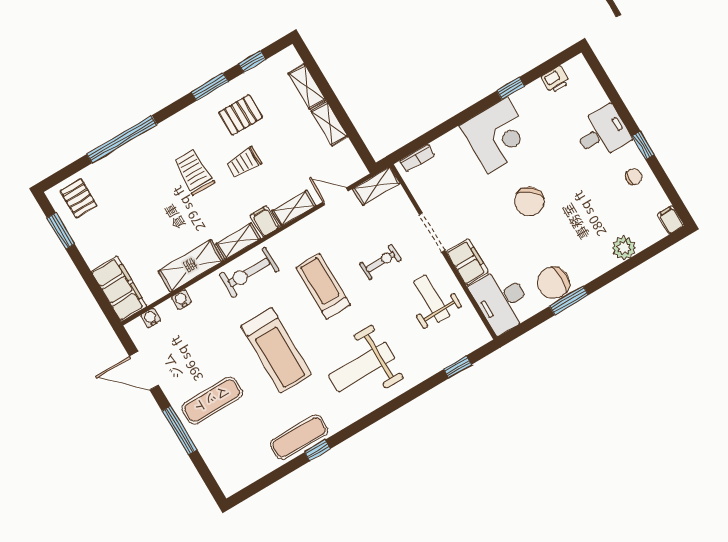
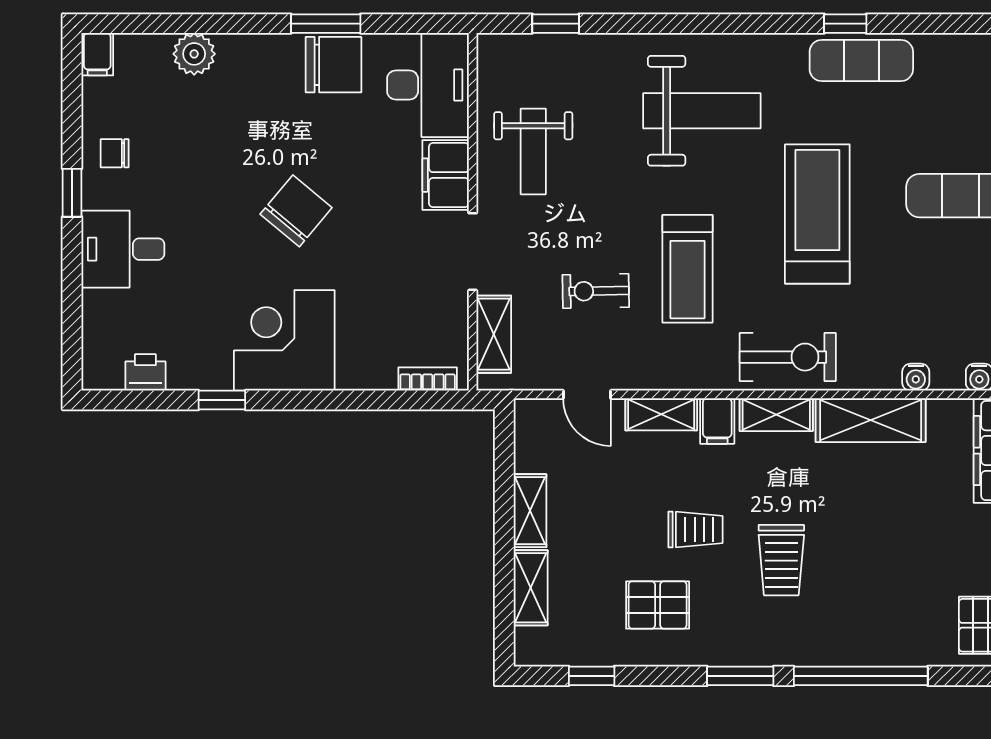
window: (210, 87) -> (740, 676), moved
shelving: (376, 186) -> (494, 334), moved, turned 90
exercise bike: (380, 262) -> (596, 291), moved

